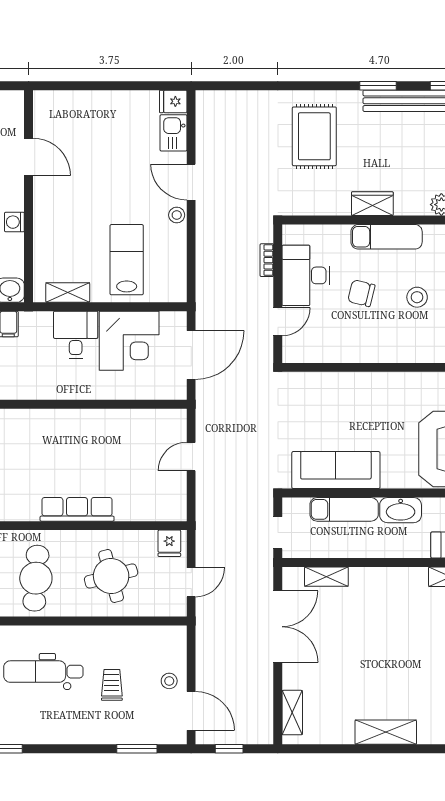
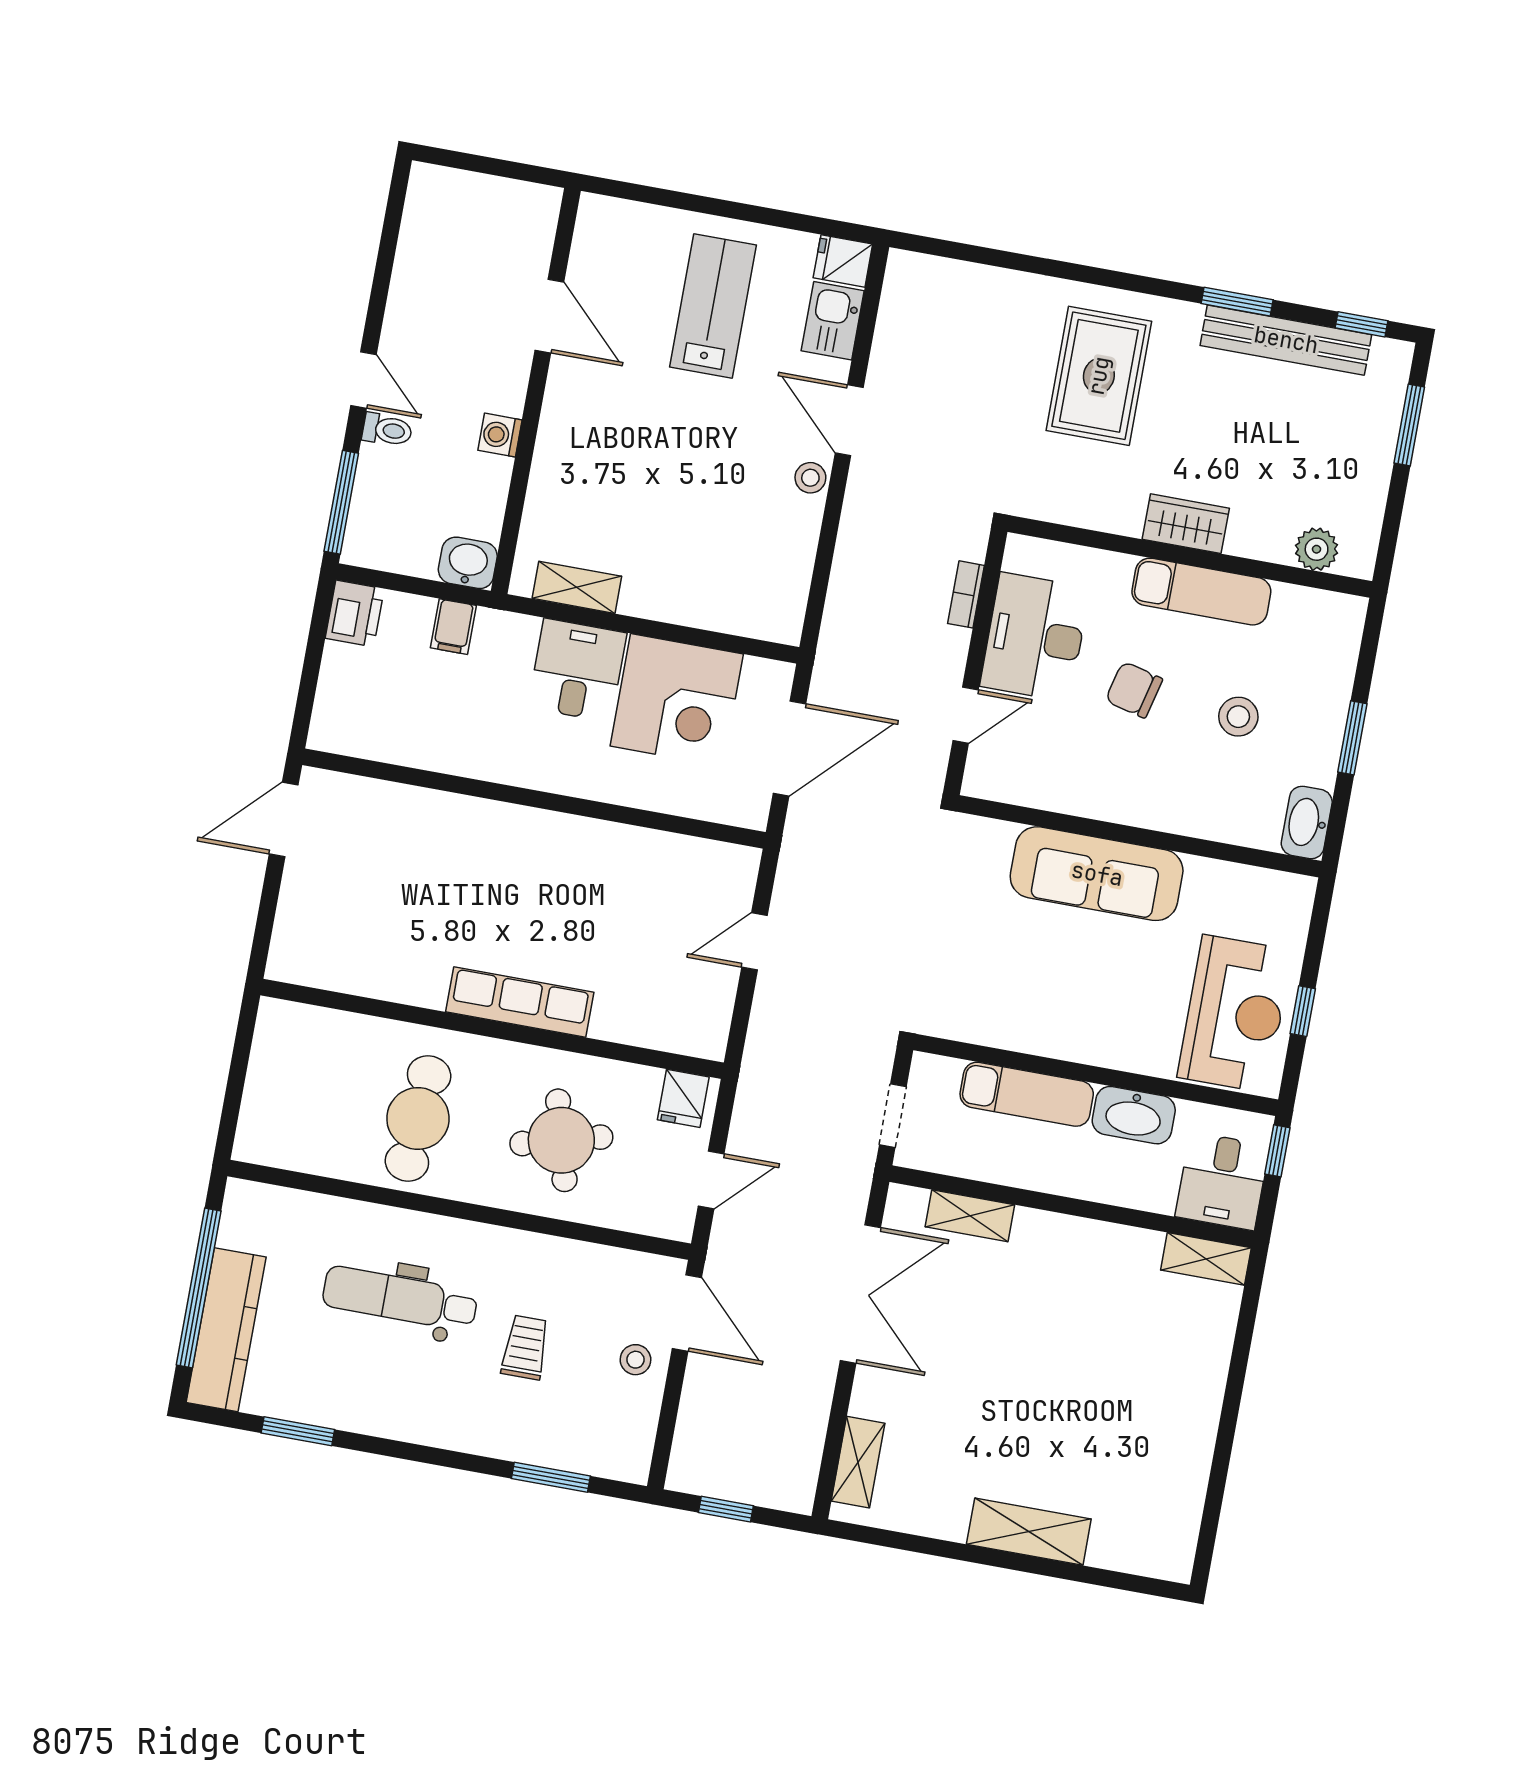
lab bench: (127, 260) -> (713, 306), moved
sofa: (336, 470) -> (1097, 874), moved, turned 180
door: (191, 711) -> (687, 1313), moved

